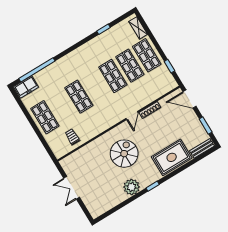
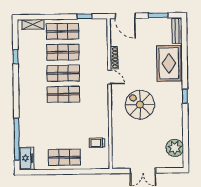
shop shelf: (79, 97) -> (63, 94), moved
door: (189, 99) -> (125, 16), hinge flipped
plant: (132, 187) -> (175, 148), moved

